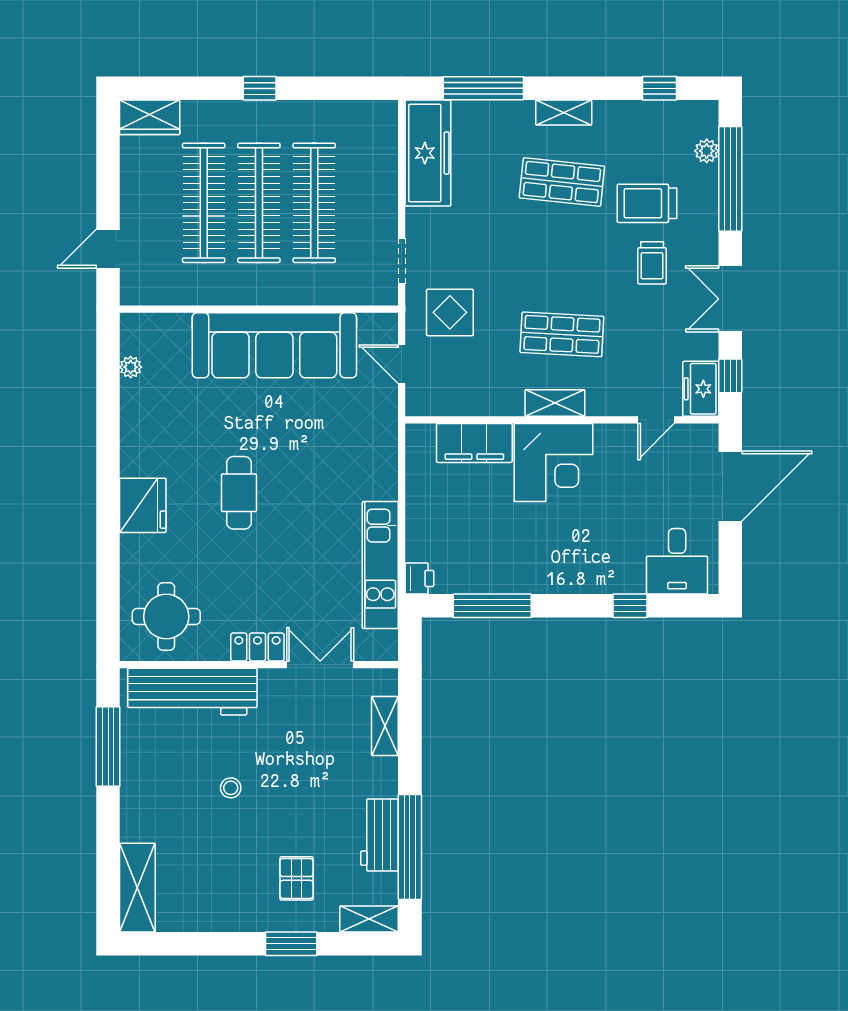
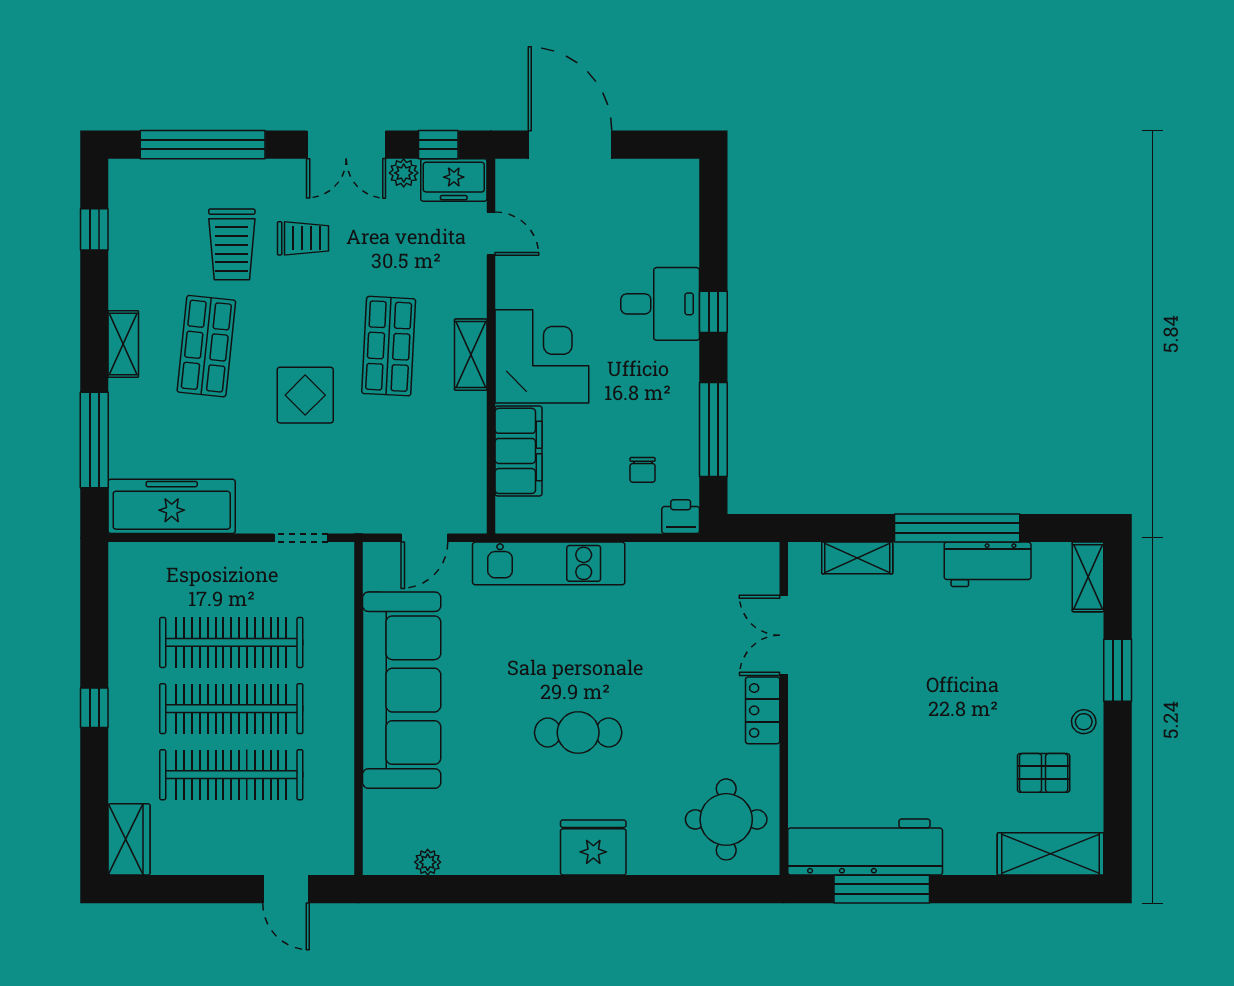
plant: (707, 151) -> (404, 173), moved
display table: (450, 312) -> (305, 395), moved
chair: (458, 547) -> (643, 470), added
desk: (677, 561) -> (660, 304), moved
kitchen unit: (380, 565) -> (549, 563), moved
window: (630, 606) -> (713, 312), moved
workbench: (192, 692) -> (865, 847), moved, turned -90
stool: (231, 788) -> (1084, 722), moved
window: (410, 847) -> (957, 528), moved
pallet: (297, 878) -> (1044, 773), moved

